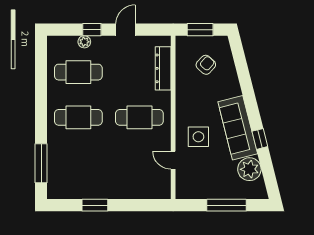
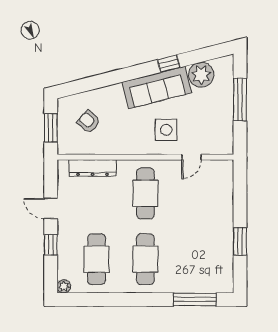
plant: (84, 42) -> (64, 286), moved

